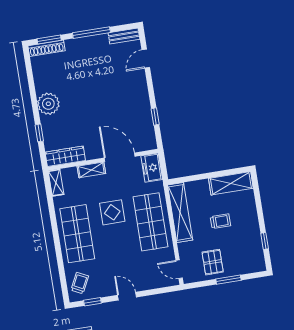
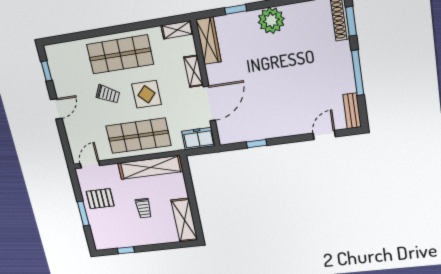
door: (146, 59) -> (324, 135), hinge flipped
trolley: (80, 283) -> (108, 94), moved

